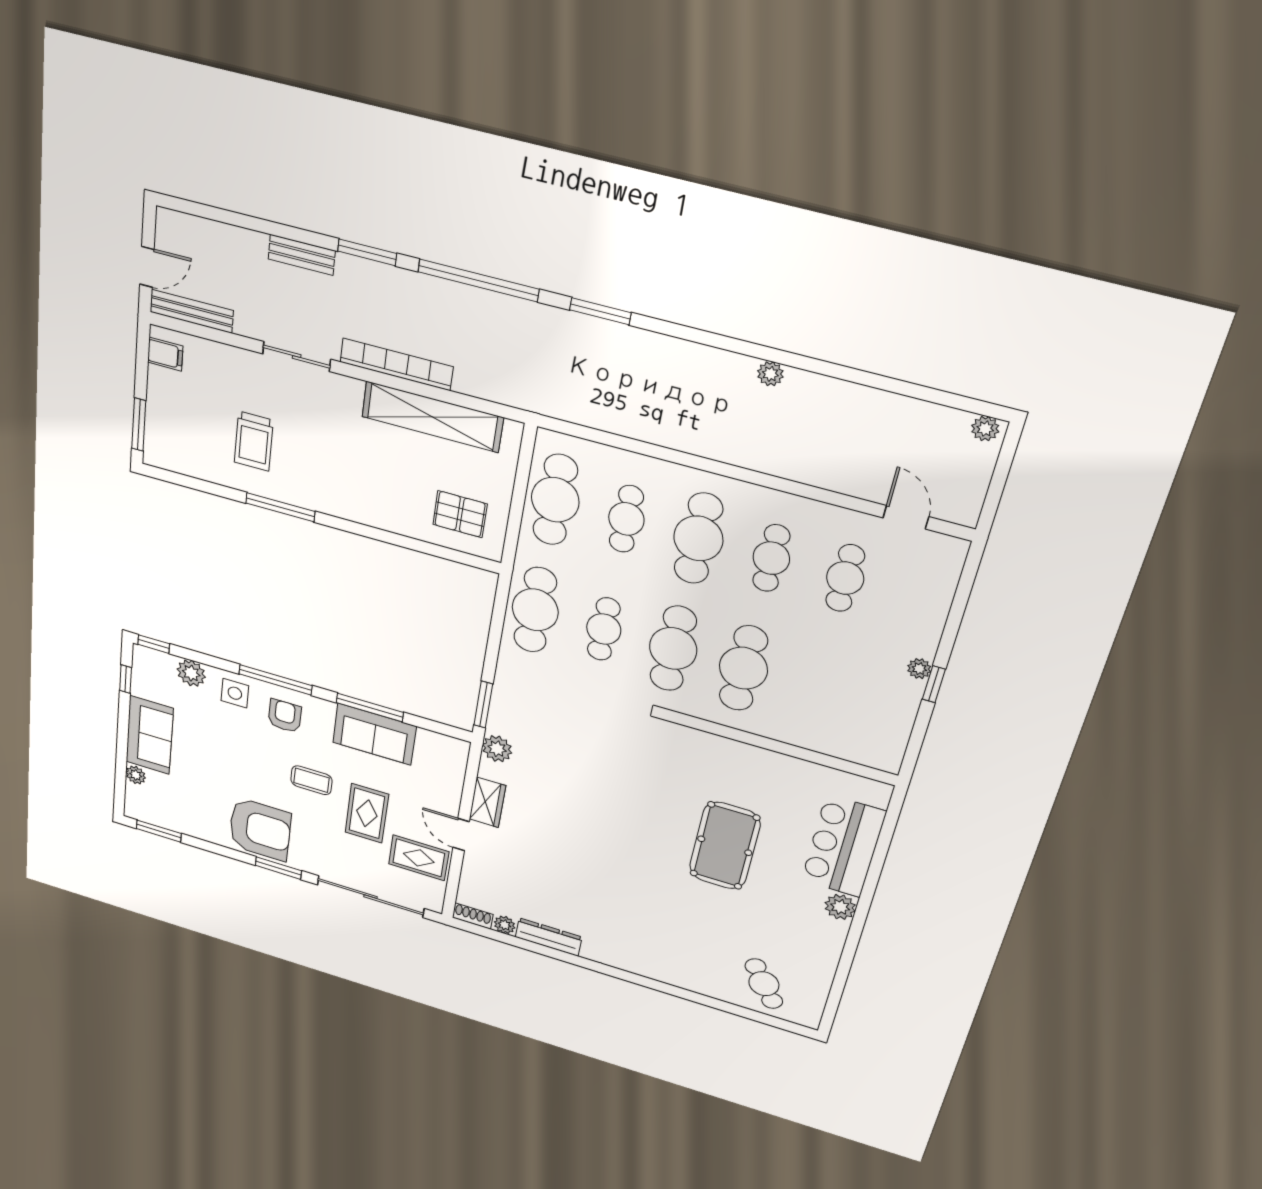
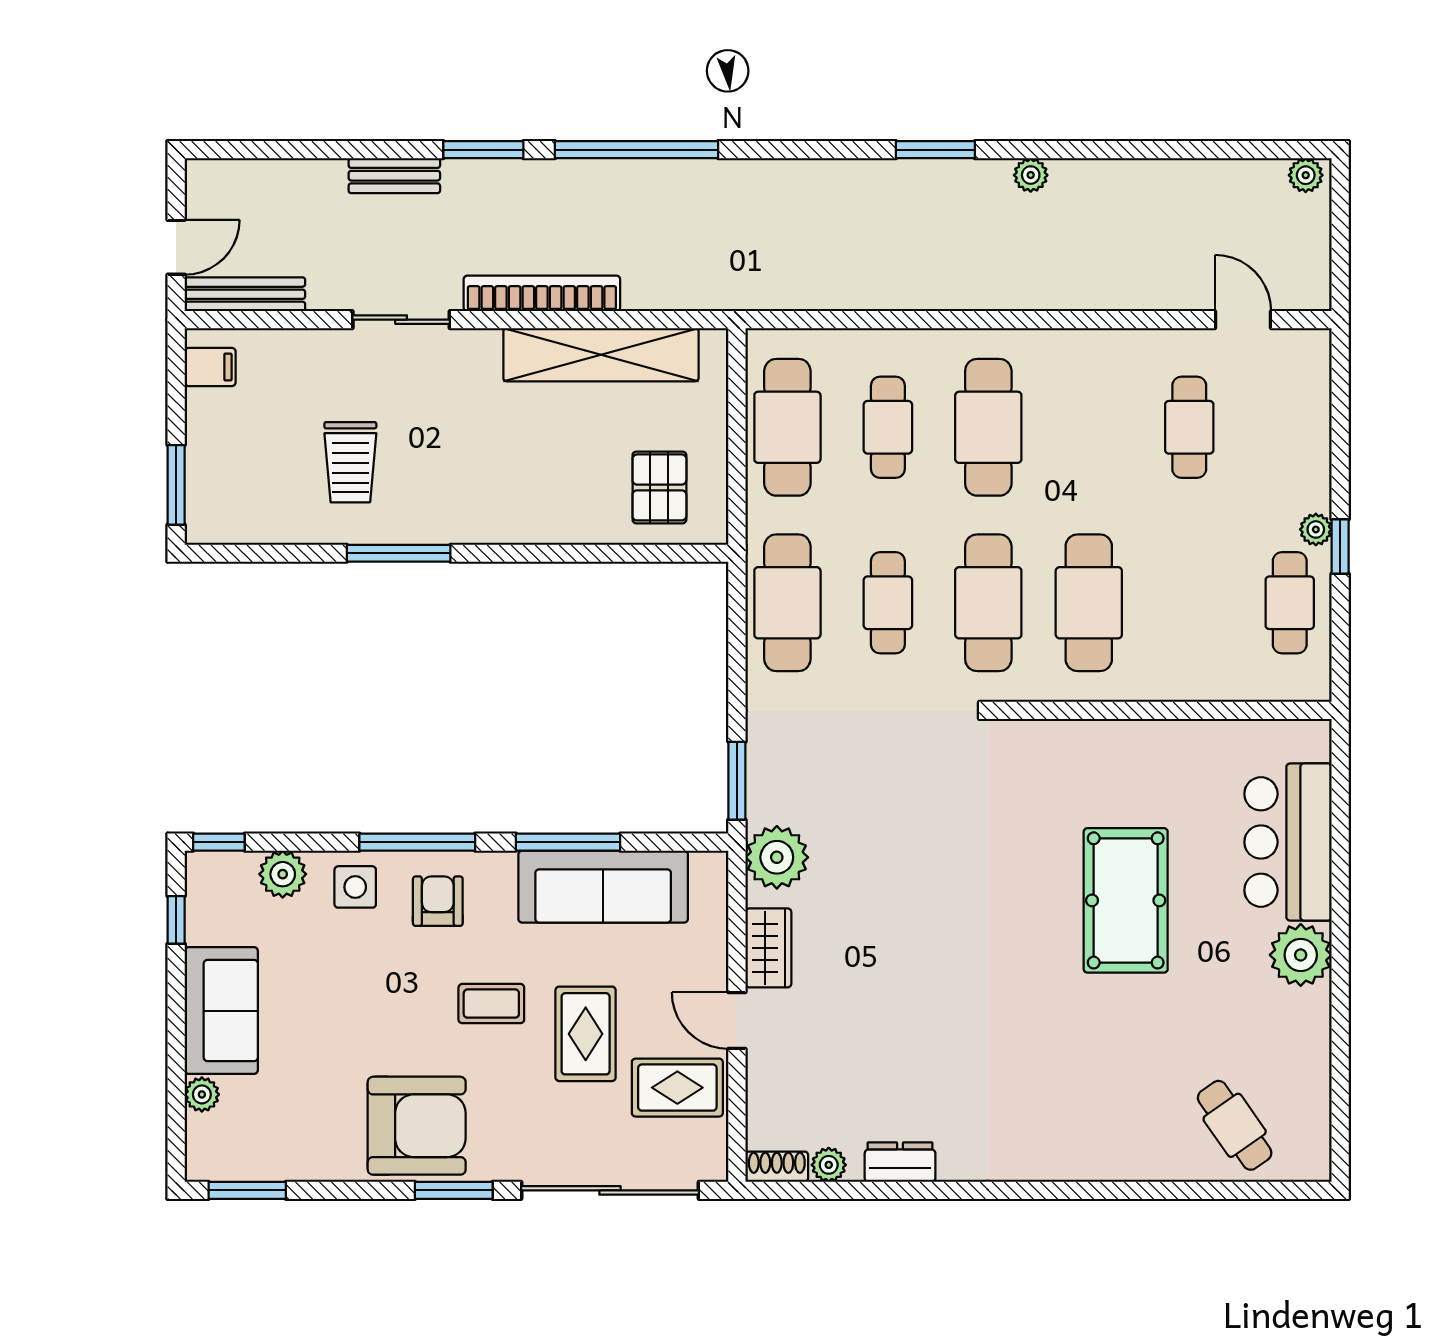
window: (600, 311) -> (935, 150), moved
pallet: (460, 514) -> (659, 487), turned 90
cafe table: (771, 558) -> (1290, 603), moved
sofa: (374, 734) -> (603, 887), width x1.36
plant: (497, 749) -> (777, 857), width x1.36, depth x1.36
plant: (840, 907) -> (1301, 955), width x1.36, depth x1.36
dresser: (549, 937) -> (900, 1162), width x0.70

